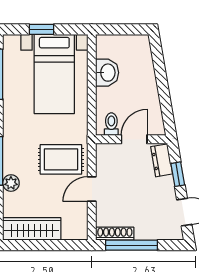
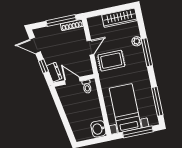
window: (42, 29) -> (138, 132), width x2.17
washbasin: (107, 73) -> (98, 129), moved
door: (134, 139) -> (72, 81), swing flipped

